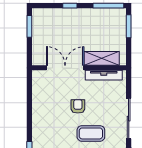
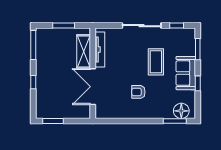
window: (129, 26) -> (64, 26), moved
armchair: (78, 106) -> (138, 92), moved

